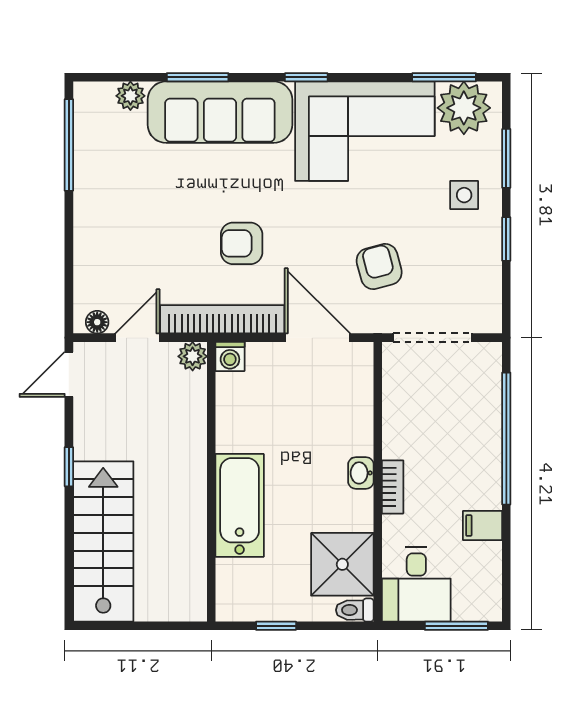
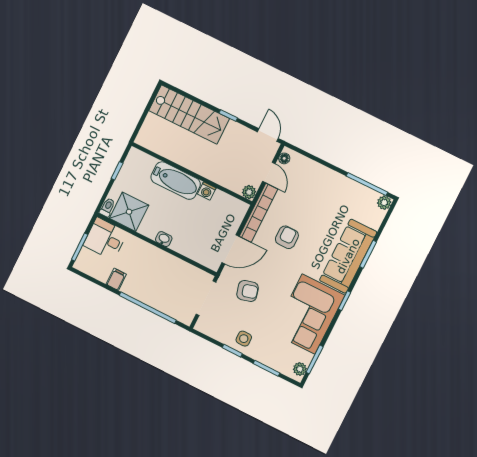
plant: (130, 96) -> (384, 203), moved
plant: (464, 108) -> (300, 369), width x0.53, depth x0.53
side table: (464, 195) -> (244, 339), moved
washing machine: (230, 356) -> (207, 191), moved, turned -90
bookcase: (393, 487) -> (151, 249), removed

